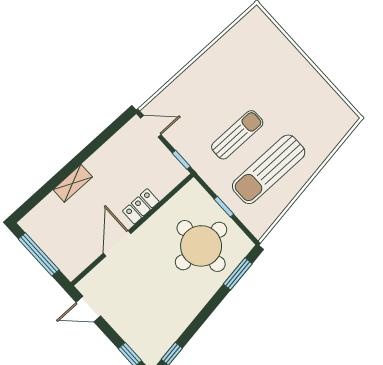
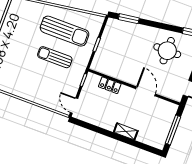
locker: (141, 206) -> (110, 85), moved
door: (117, 243) -> (146, 91), swing flipped
round table: (201, 246) -> (167, 51), moved, width x0.73, depth x0.73

